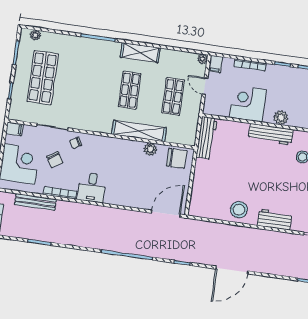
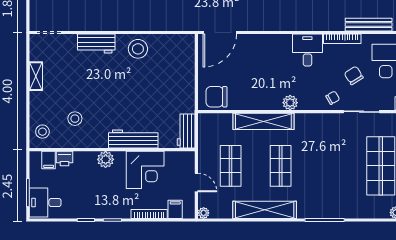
shelving: (140, 53) -> (265, 210), width x1.47
filing cabinet: (215, 64) -> (175, 209), moved
workbench: (271, 134) -> (133, 139), moved
workbench: (207, 138) -> (186, 131), width x0.73
plant: (150, 149) -> (290, 103), moved

